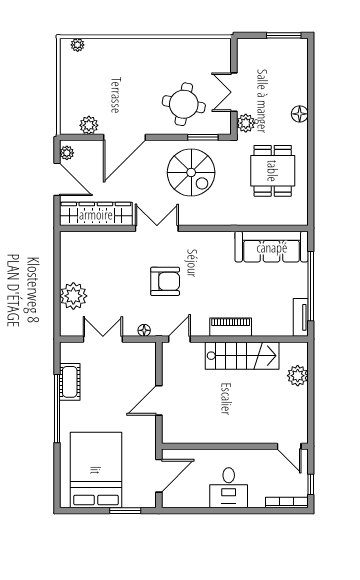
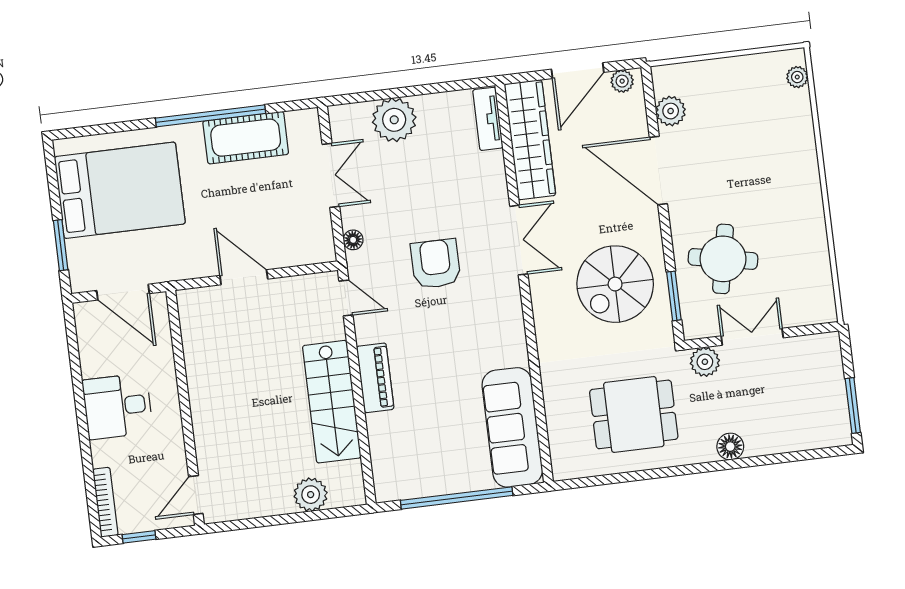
armchair: (165, 281) -> (436, 264), turned 180
tv unit: (301, 317) -> (488, 119), moved, turned -90
cot: (70, 382) -> (246, 138), width x1.37, depth x1.34

